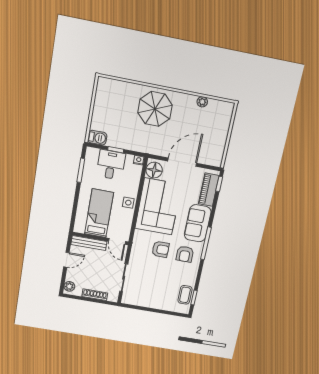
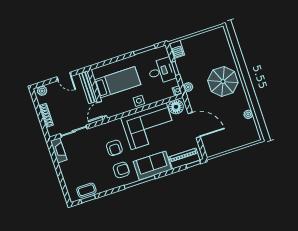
plant: (141, 147) -> (188, 87), added
armchair: (185, 254) -> (121, 170), turned 180
fireplace: (134, 300) -> (59, 150), added

